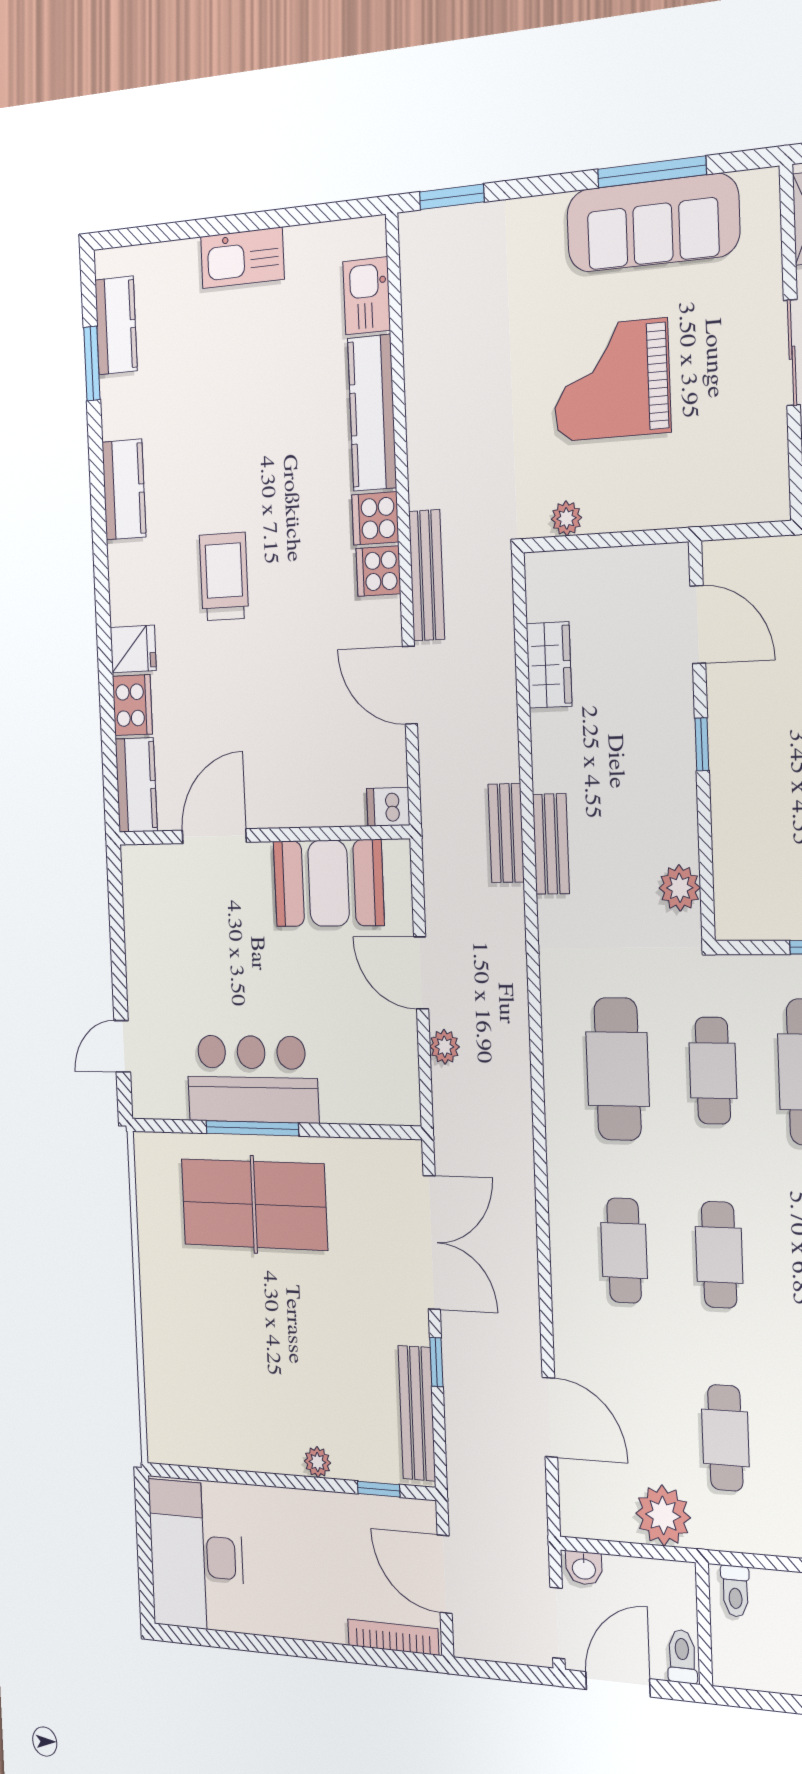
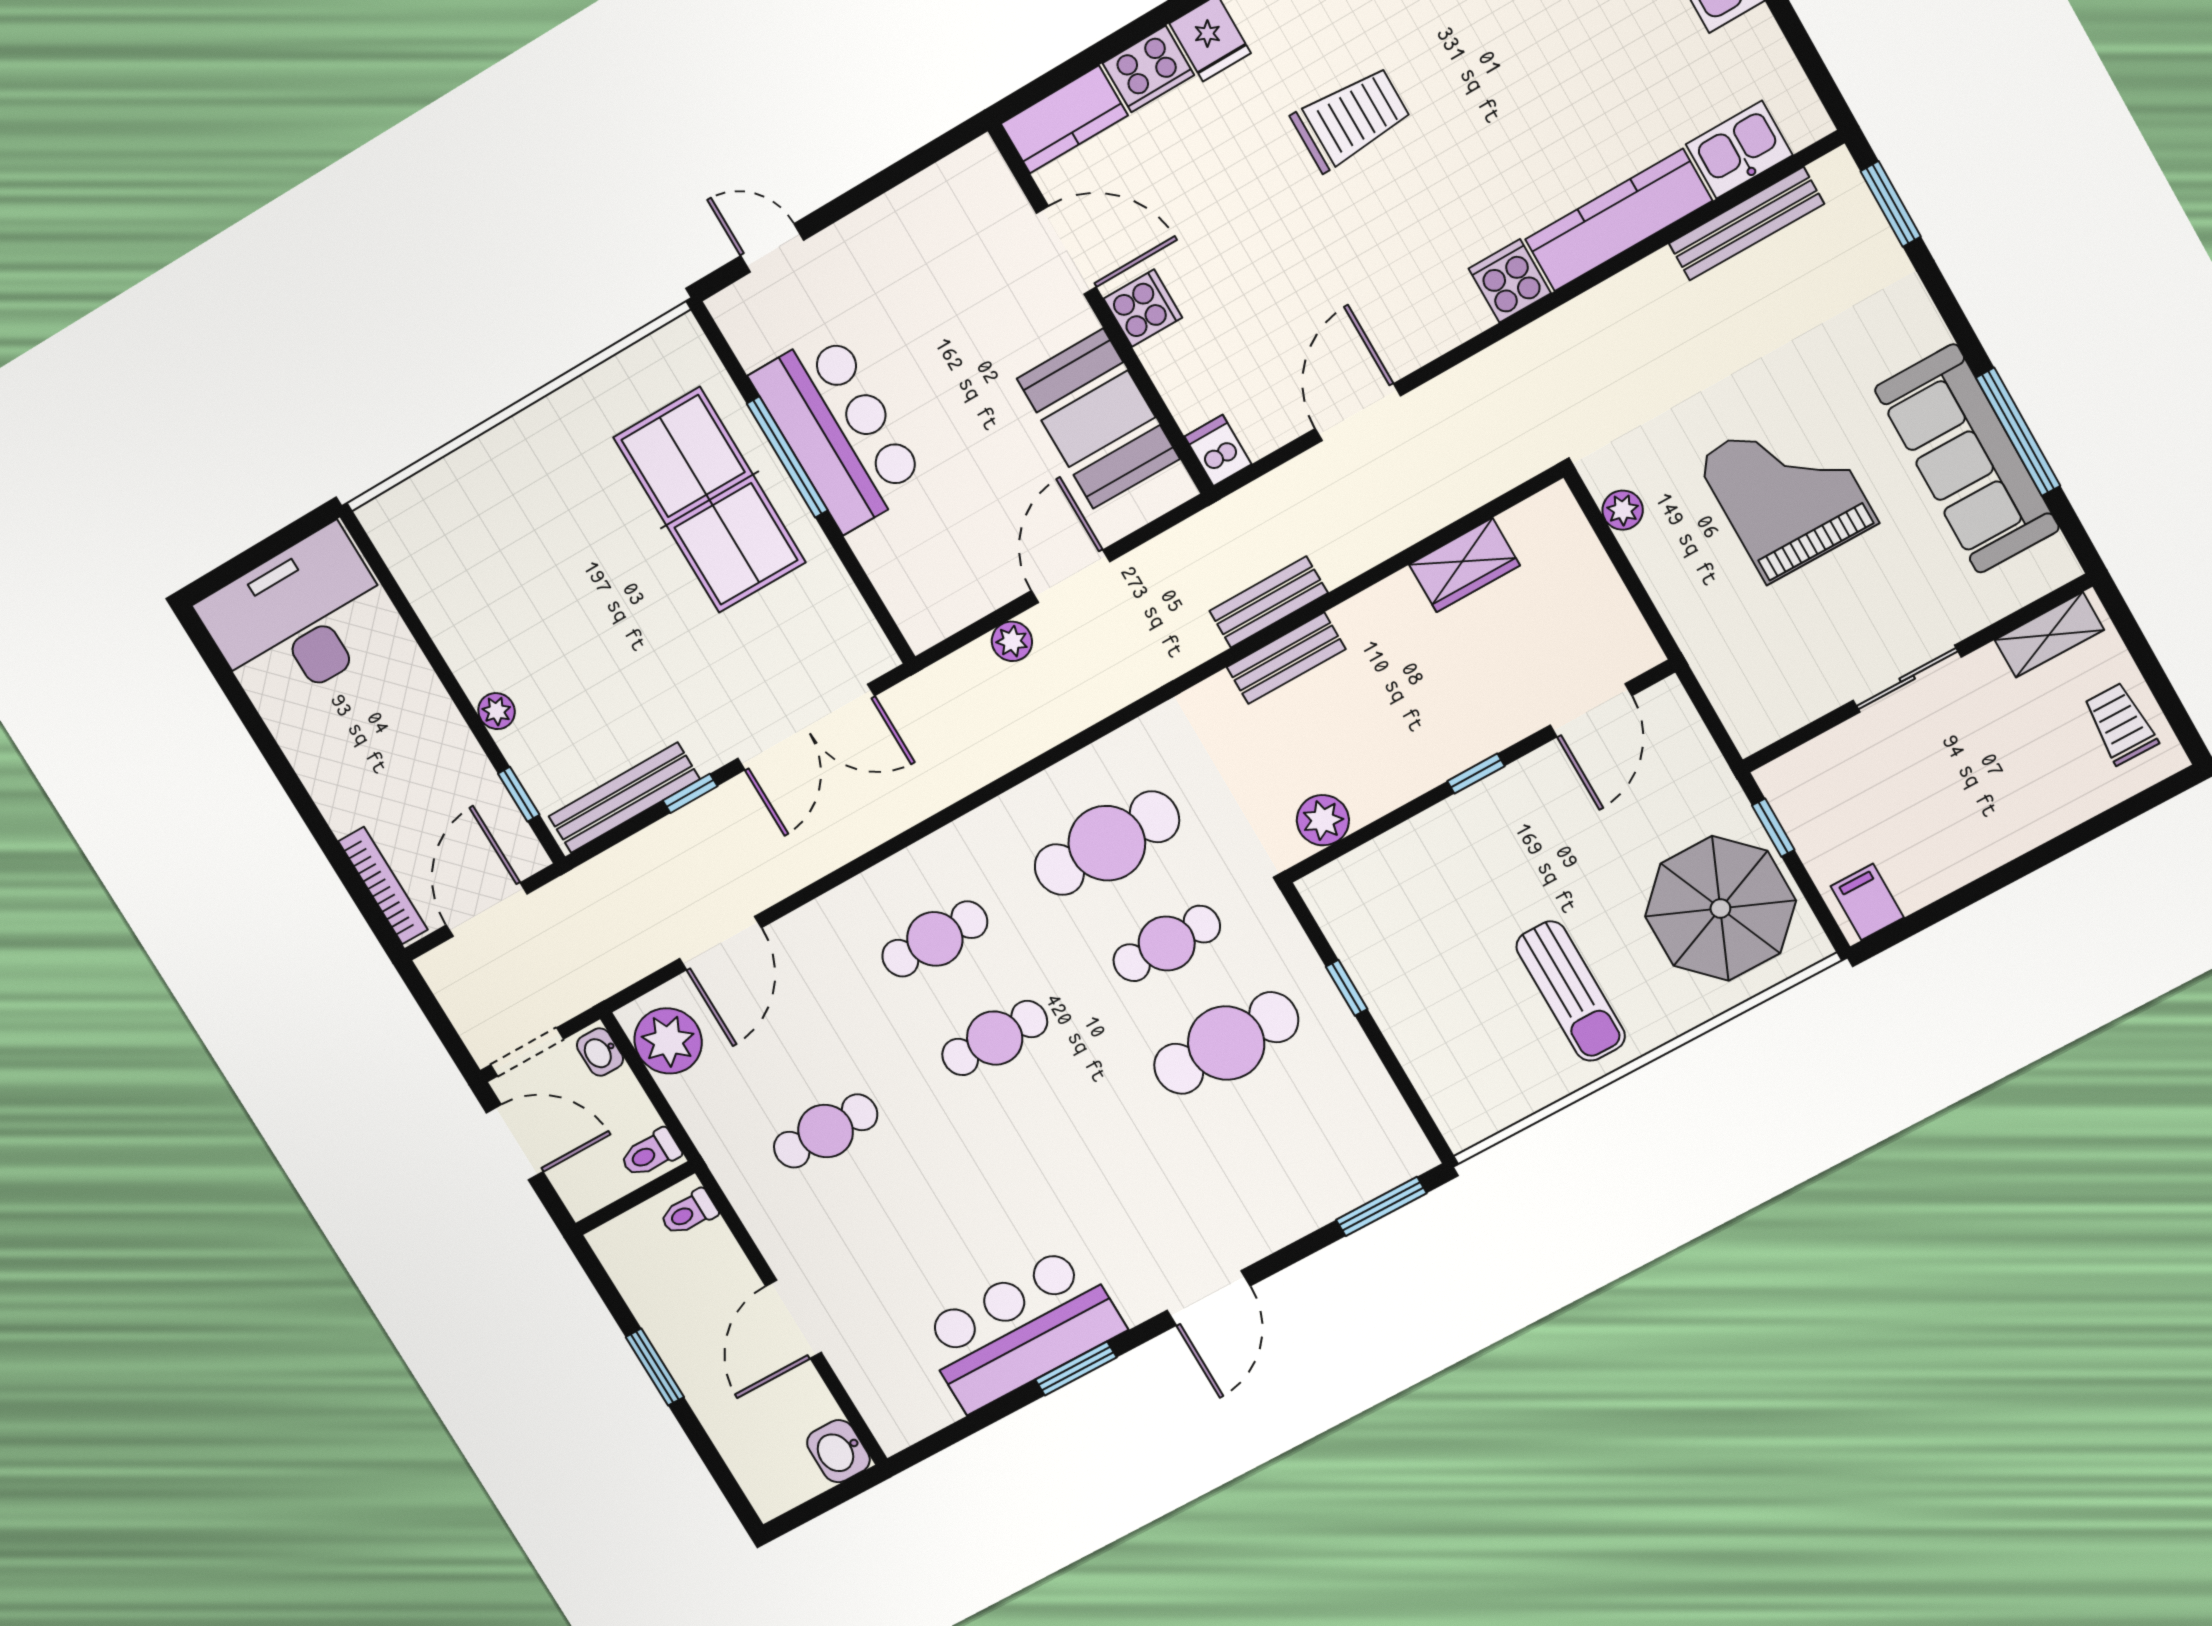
cooker: (378, 571) -> (1143, 308), moved, turned 90
bench: (427, 575) -> (1746, 224), moved
plant: (663, 1515) -> (668, 1041), moved
toilet: (682, 1656) -> (650, 1153), moved, turned 180

